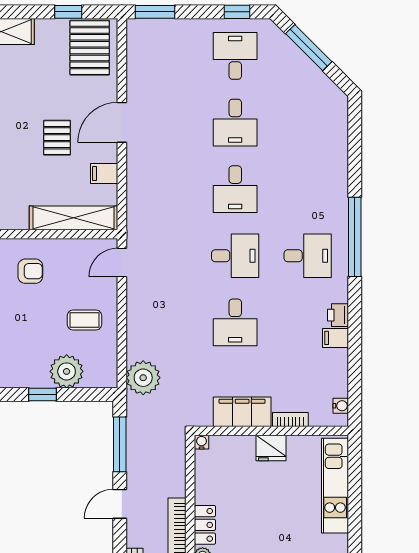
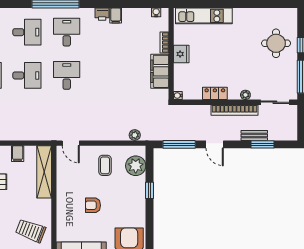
armchair: (30, 271) -> (93, 205), moved, turned -90
desk: (235, 322) -> (27, 32), moved
plant: (67, 371) -> (136, 166), moved
plant: (143, 378) -> (135, 135), width x0.53, depth x0.53
locker: (205, 525) -> (215, 93), moved

